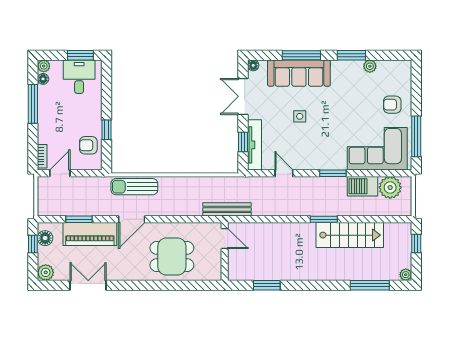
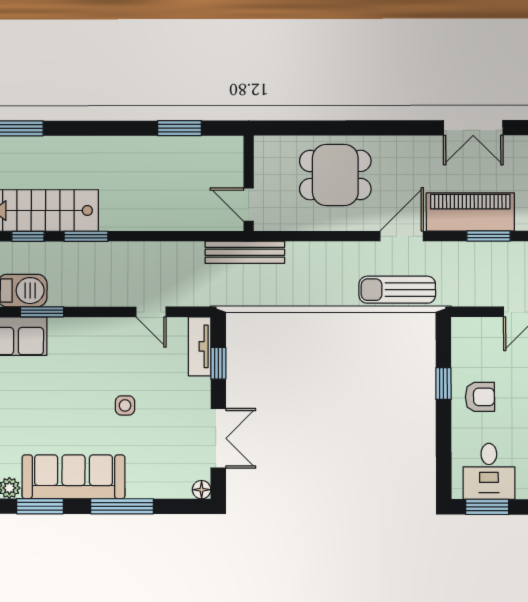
sofa: (299, 73) -> (73, 477), moved
armchair: (88, 145) -> (480, 397), moved
tv unit: (254, 145) -> (200, 346), width x0.71
window: (333, 173) -> (42, 312), moved
sun lounger: (134, 187) -> (397, 290), turned 180
window: (359, 219) -> (28, 236), added

